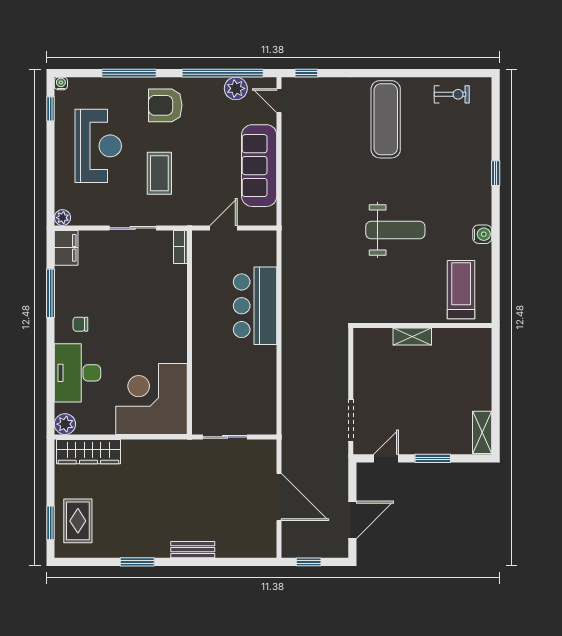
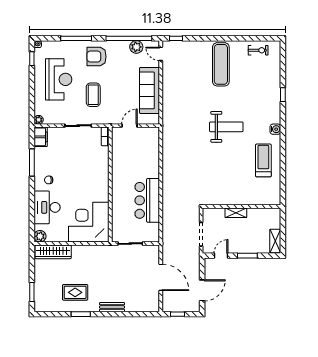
bar counter: (255, 306) -> (147, 200), moved
wall: (422, 325) -> (242, 206), moved
shelving: (412, 336) -> (236, 213), moved
rug: (78, 521) -> (75, 292), moved, turned 90

